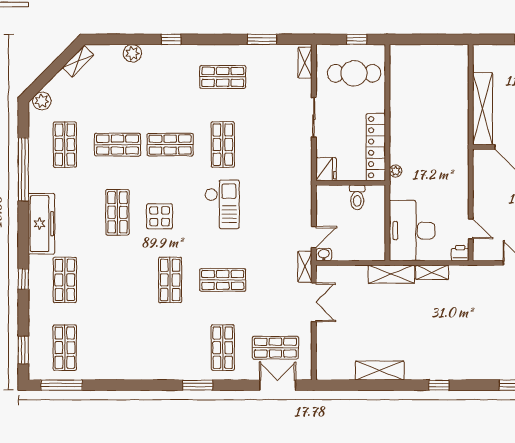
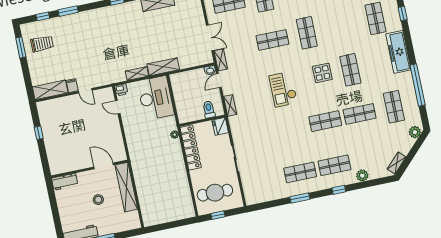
window: (262, 39) -> (300, 198), moved
shelving: (305, 63) -> (230, 105), moved
shop shelf: (223, 145) -> (334, 165), moved, turned 90
toilet: (357, 197) -> (209, 109), moved
double door: (314, 302) -> (210, 38), swing flipped

